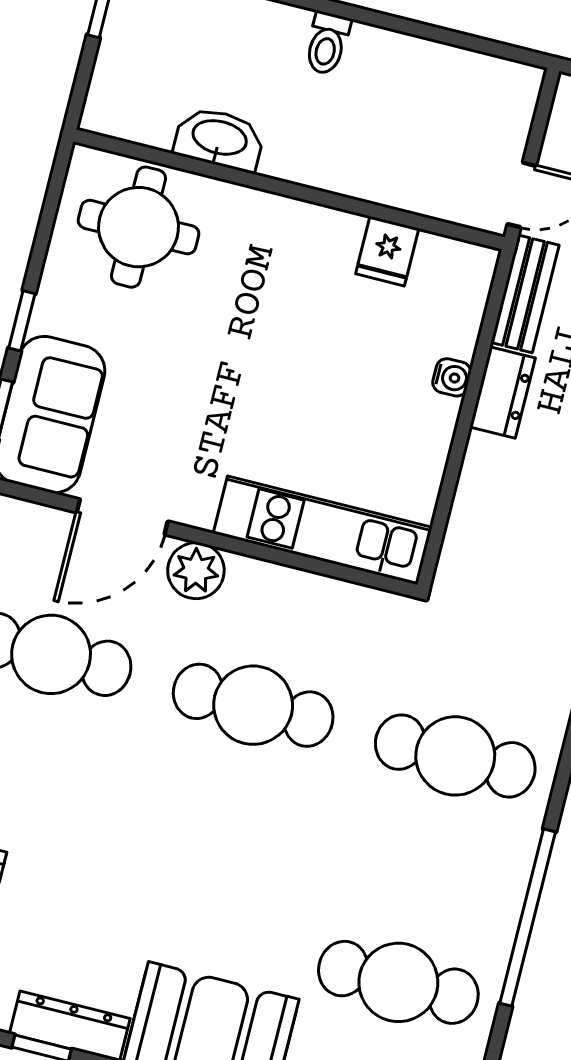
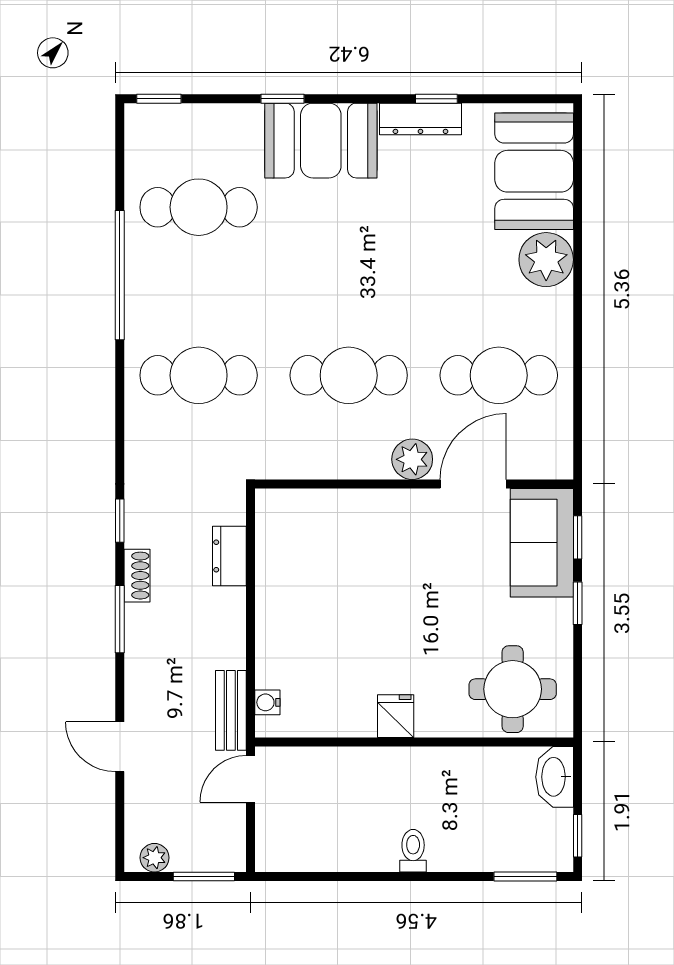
washbasin: (219, 139) -> (555, 777), moved, turned 90
fridge: (387, 251) -> (396, 716), moved
water cooler: (452, 377) -> (267, 702), moved
dresser: (502, 392) -> (229, 556), moved
kitchen unit: (323, 530) -> (331, 510), removed

